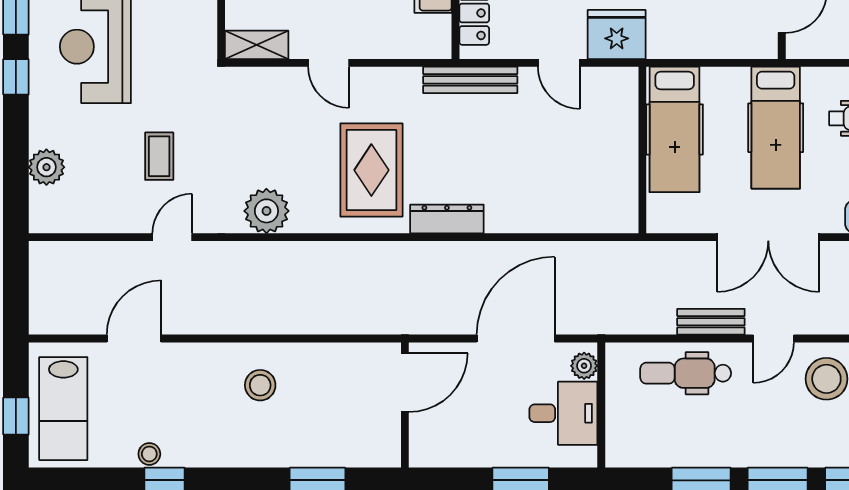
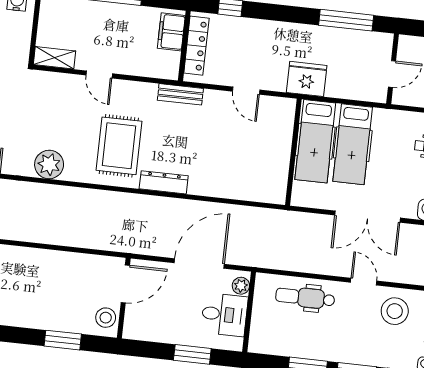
fridge: (617, 35) -> (307, 79), moved
bench: (470, 80) -> (180, 94), width x0.73
hospital bed: (776, 128) -> (353, 144), moved
bench: (711, 322) -> (325, 267), removed
door: (773, 338) -> (364, 282), swing flipped
stool: (260, 385) -> (106, 318), moved

